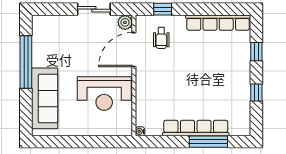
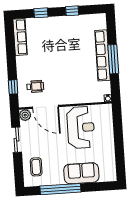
row of seats: (218, 23) -> (20, 37), width x0.73
coffee table: (57, 32) -> (36, 167), added
sofa: (45, 98) -> (81, 173), width x0.73
window: (208, 142) -> (113, 59), moved

